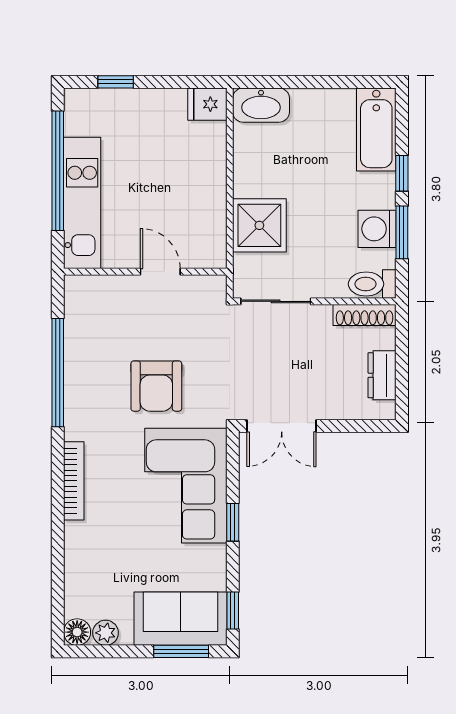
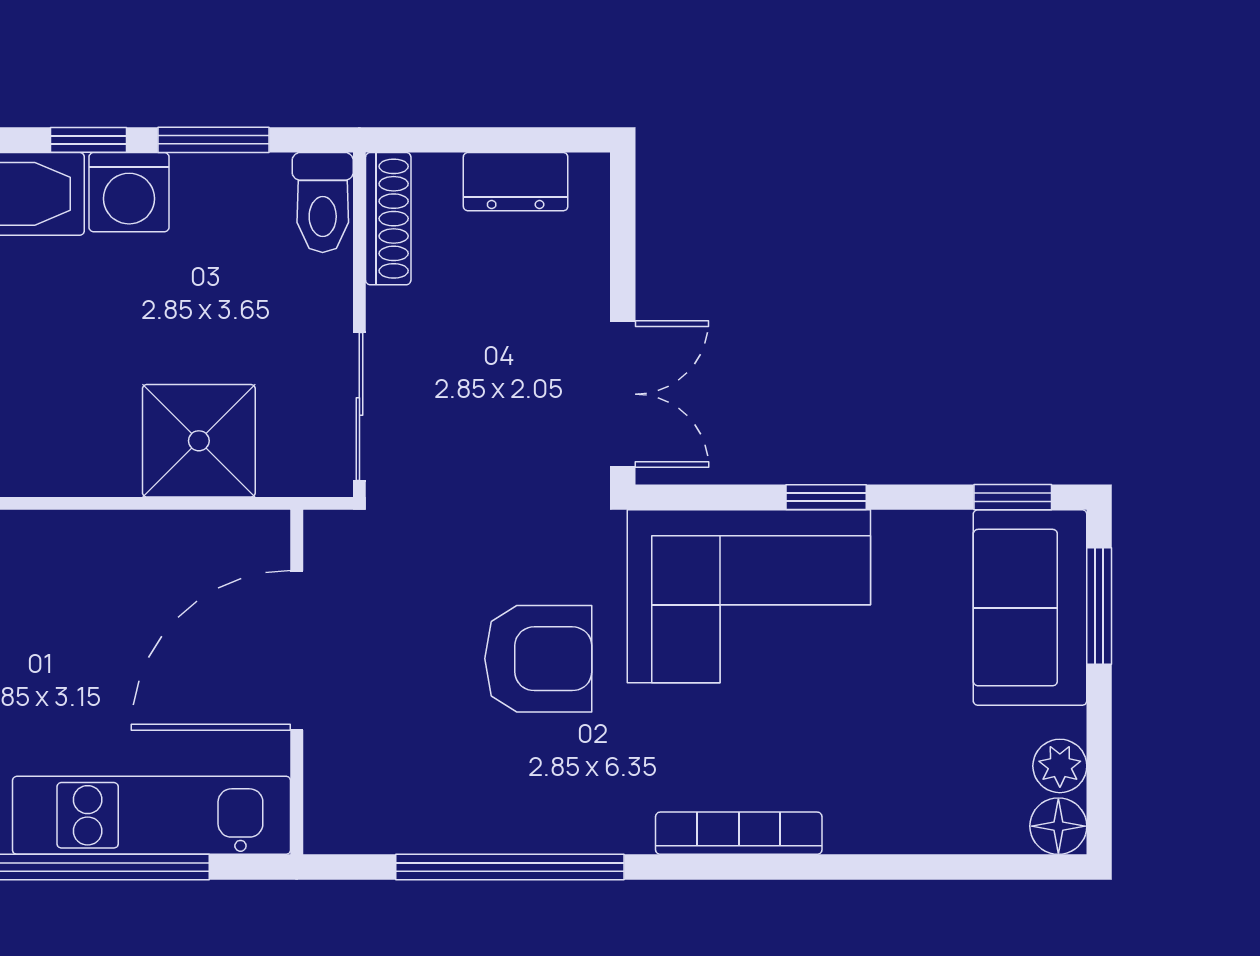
washing machine: (377, 229) -> (129, 192), moved
door: (160, 272) -> (297, 650), width x1.87

